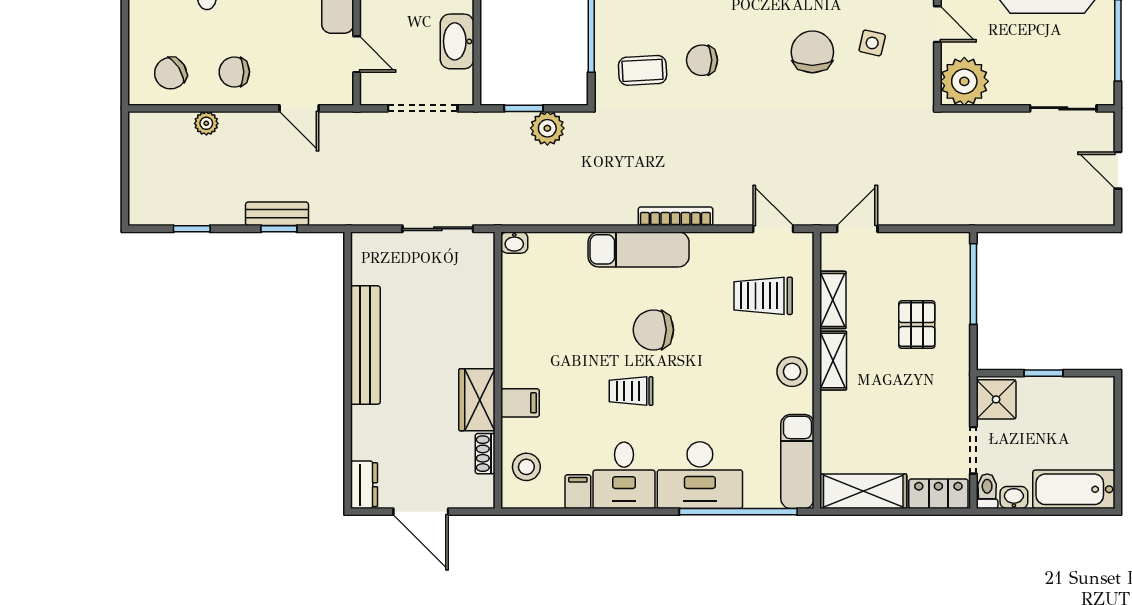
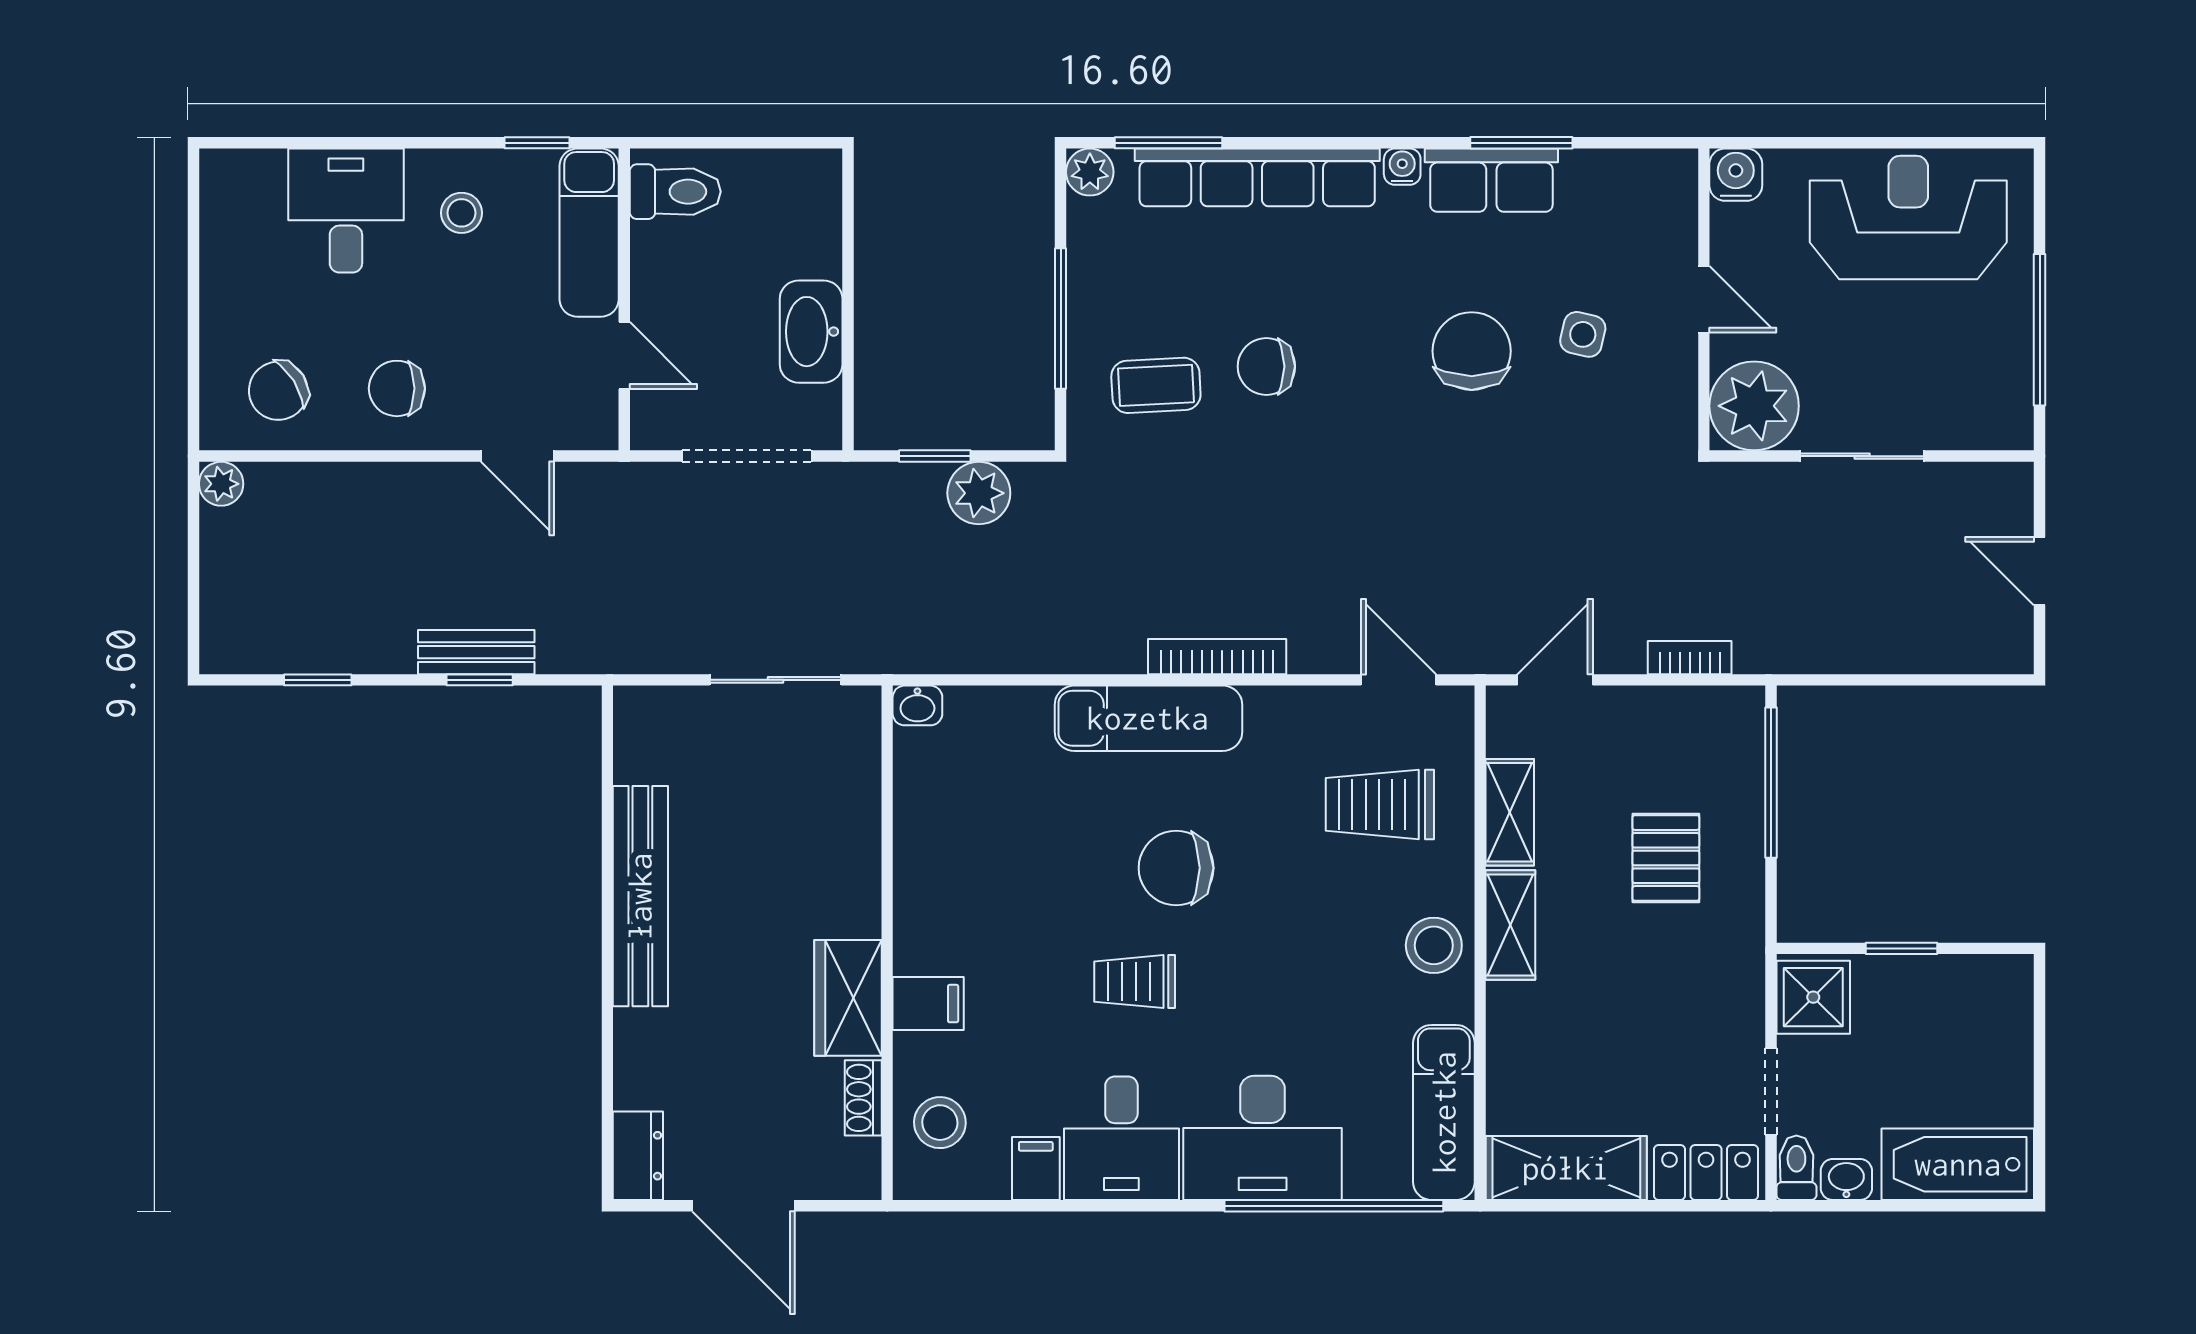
sliding door: (1063, 108) -> (1862, 456), moved
plant: (206, 123) -> (221, 484), moved
bookcase: (930, 217) -> (1690, 658), added

